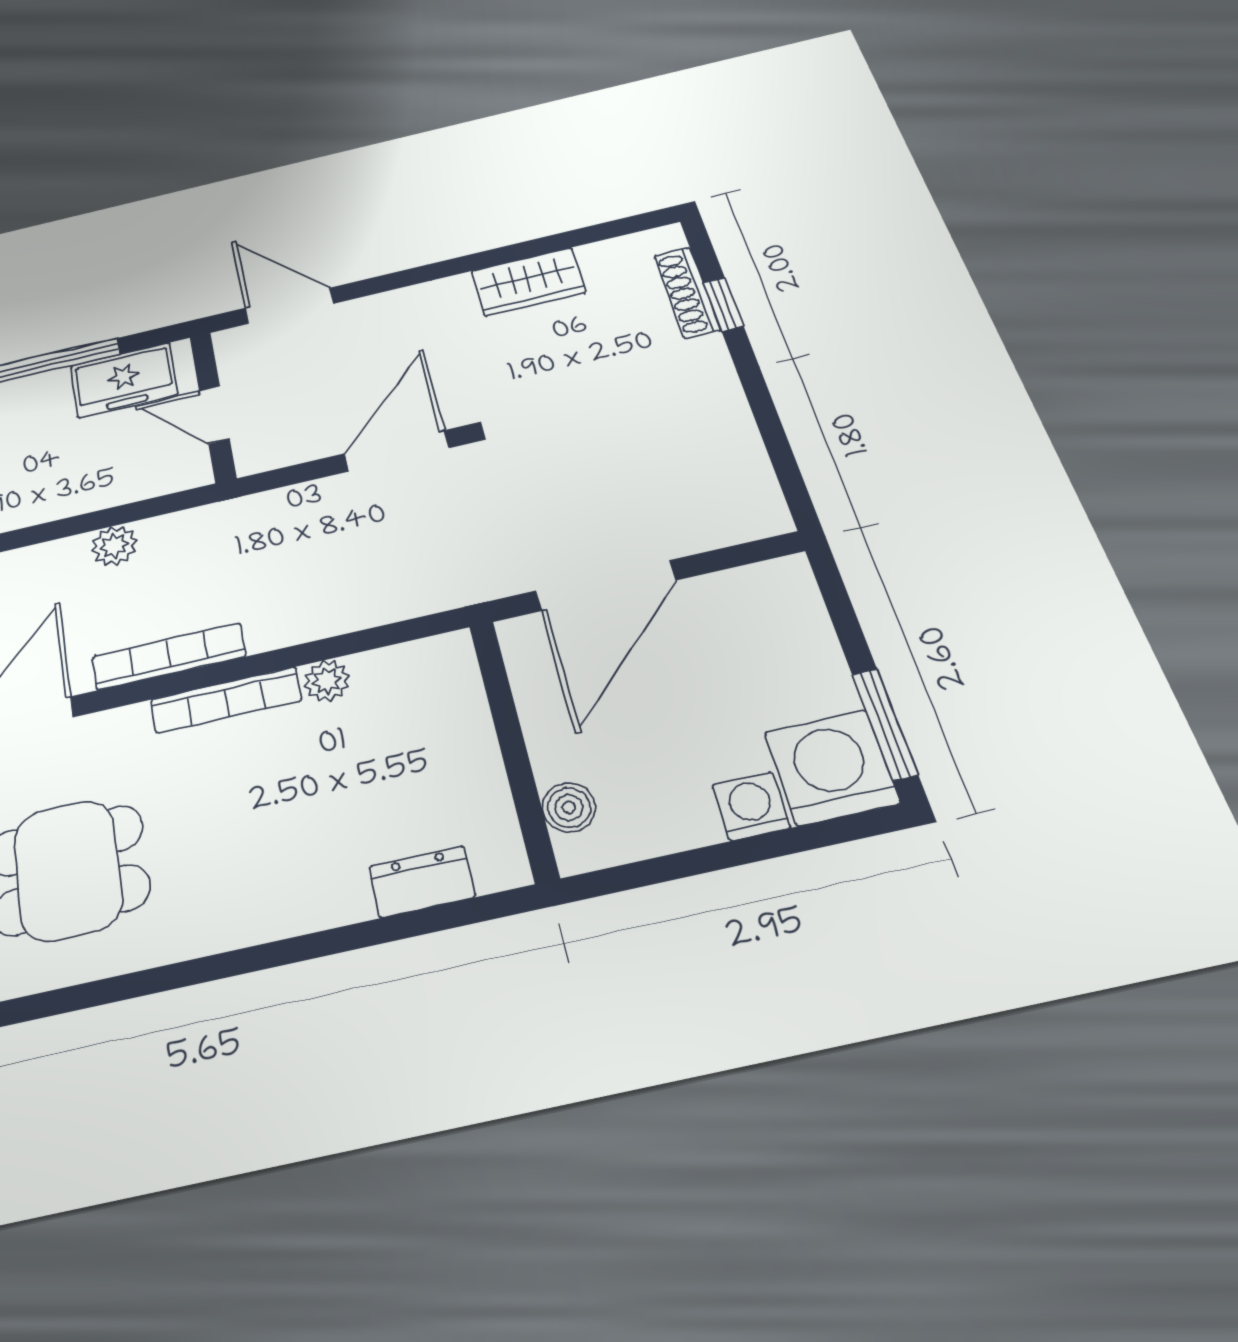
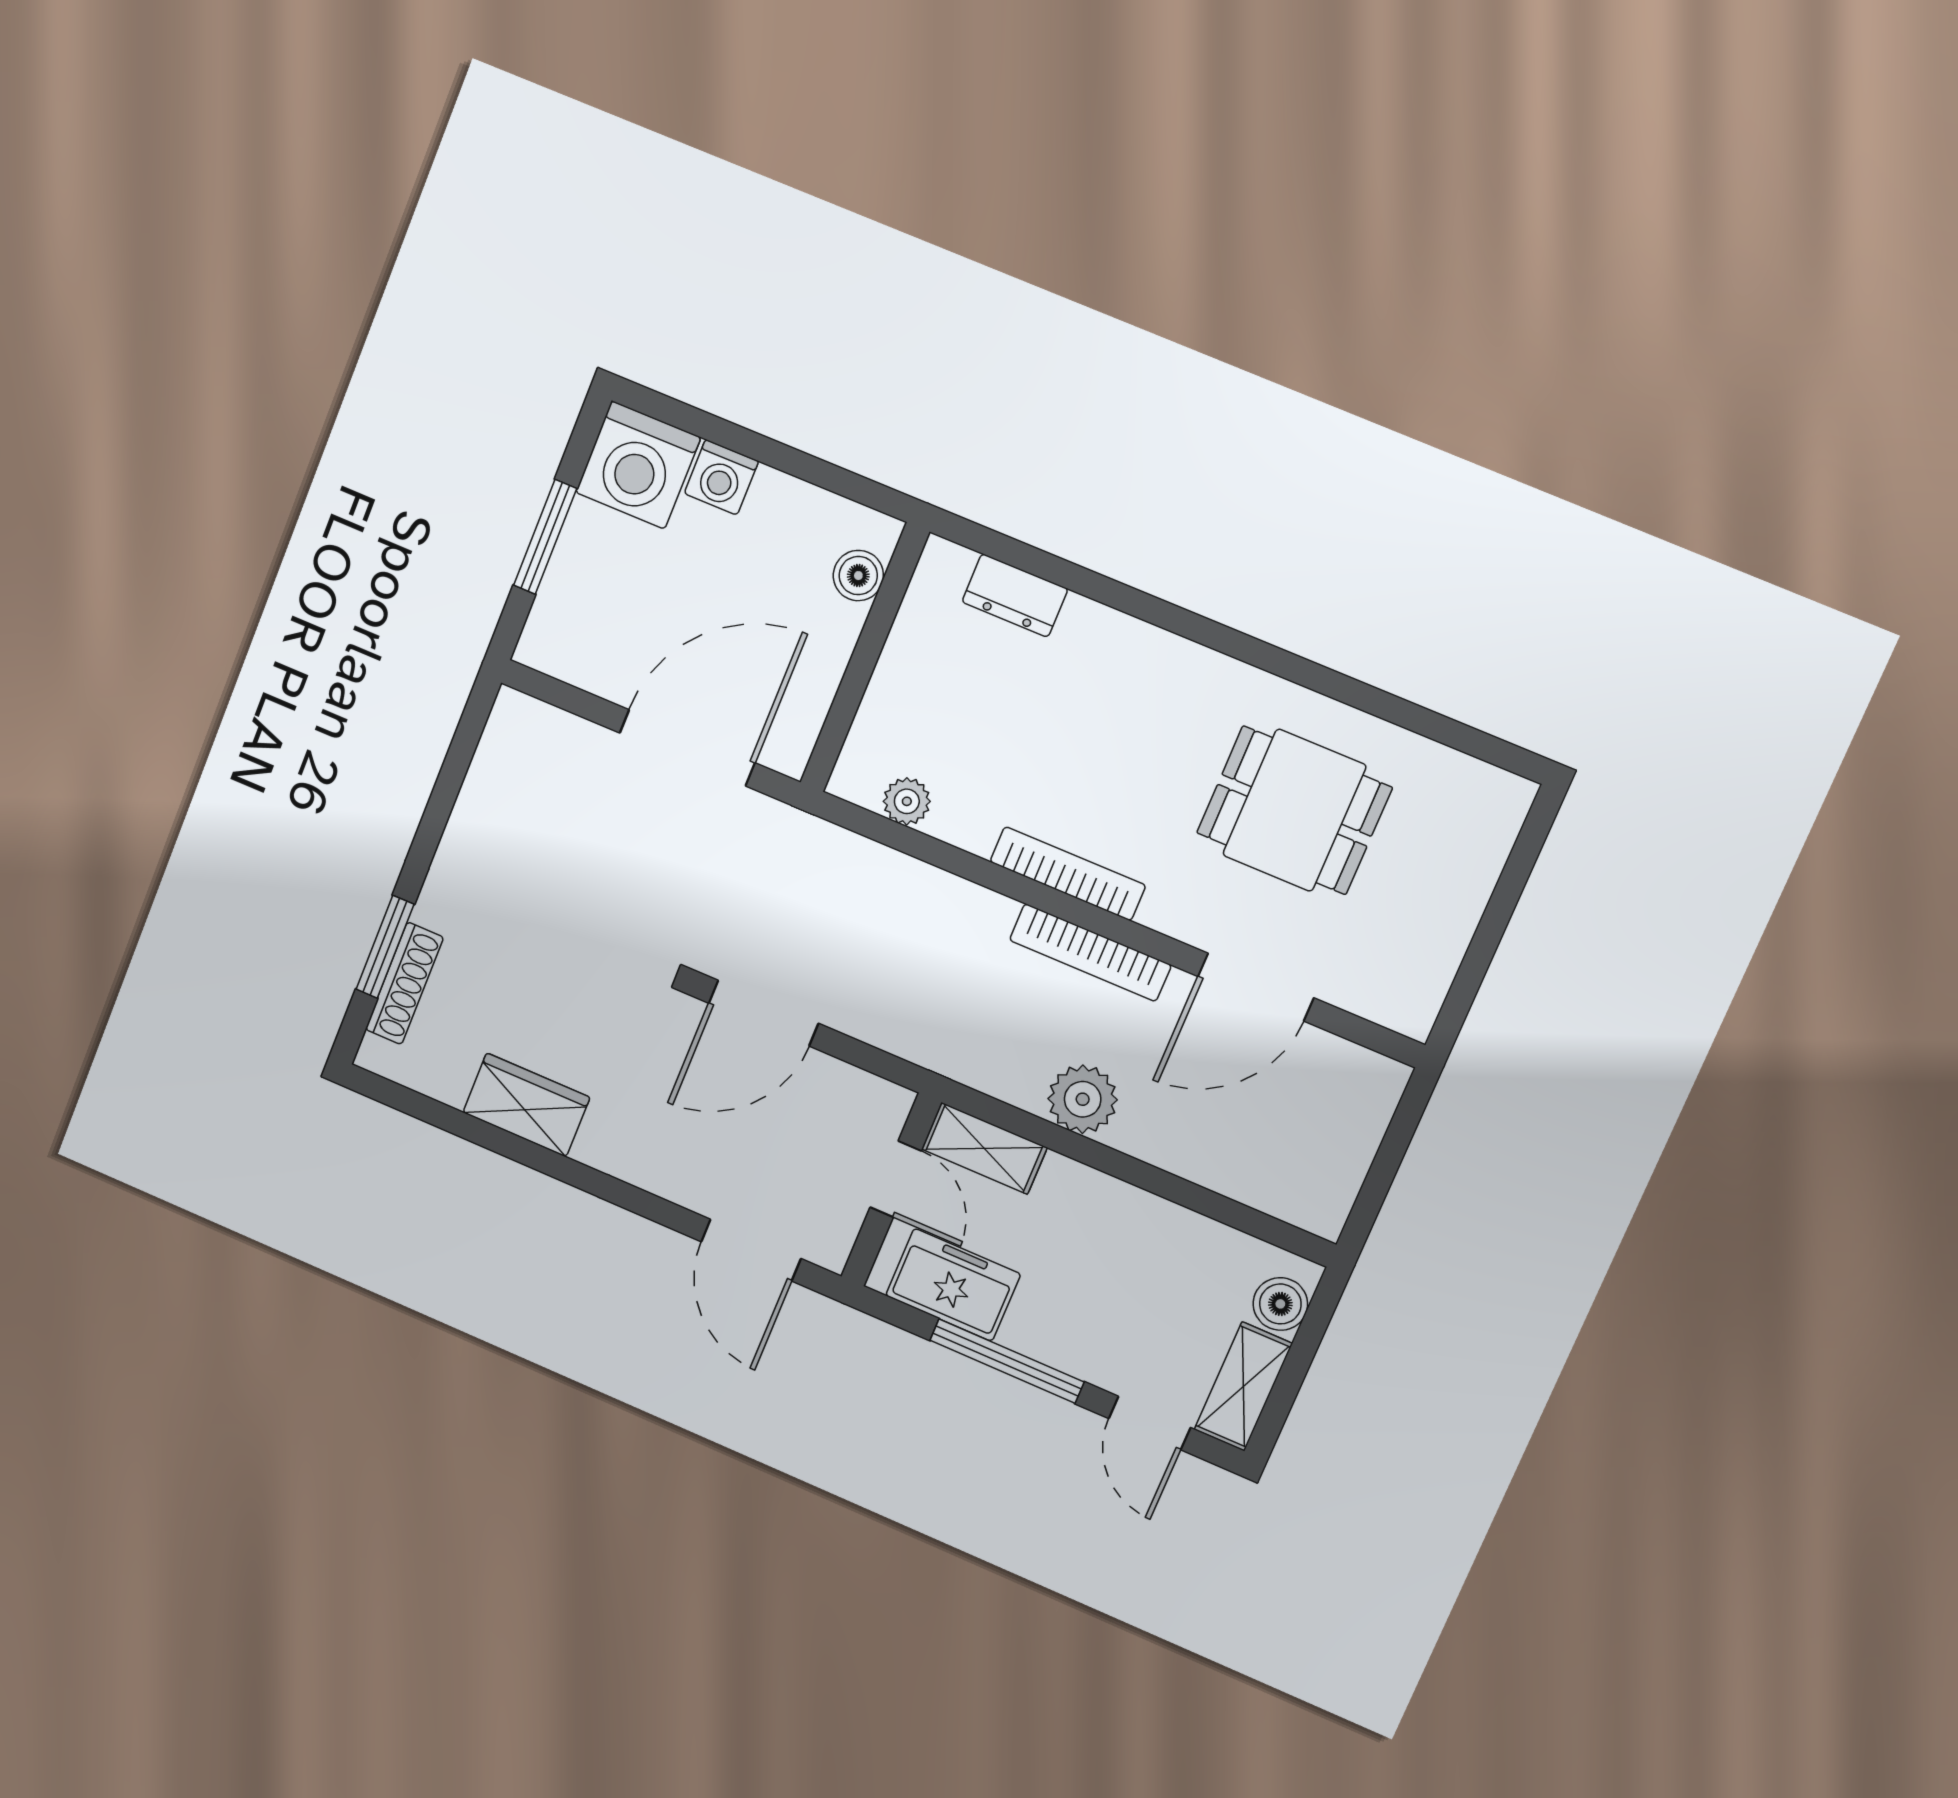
window: (723, 304) -> (385, 947), width x1.50
shelving: (161, 476) -> (984, 1148), added
plant: (114, 546) -> (1083, 1099), width x1.38, depth x1.38
plant: (327, 681) -> (907, 801), moved
window: (885, 724) -> (545, 537), moved

